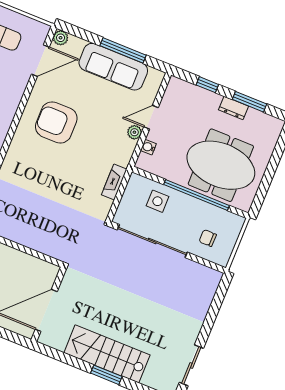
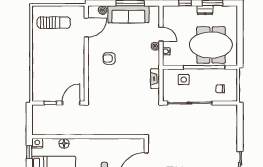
plant: (61, 38) -> (103, 10), moved
door: (151, 117) -> (161, 34), swing flipped
armchair: (56, 122) -> (109, 58), width x0.53, depth x0.53

